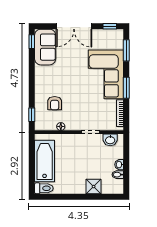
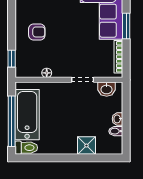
armchair: (55, 103) -> (37, 32), moved, turned -90
window: (32, 166) -> (12, 121), added

